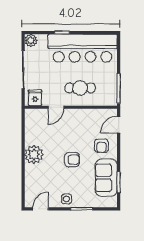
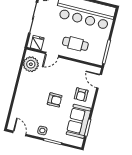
door: (119, 125) -> (99, 81), hinge flipped
plant: (34, 155) -> (31, 64), moved
door: (41, 209) -> (19, 133), hinge flipped

